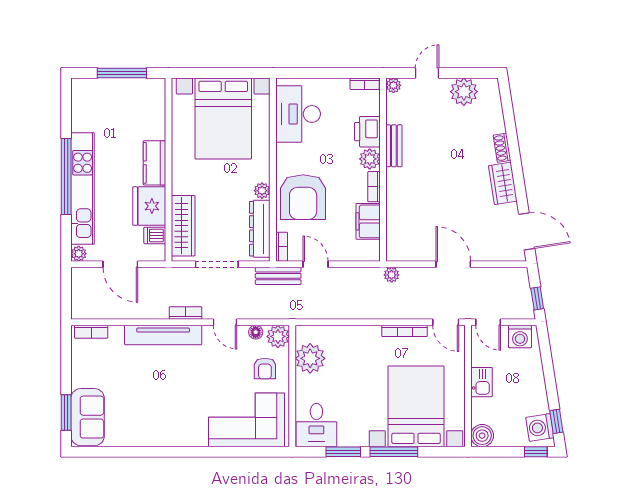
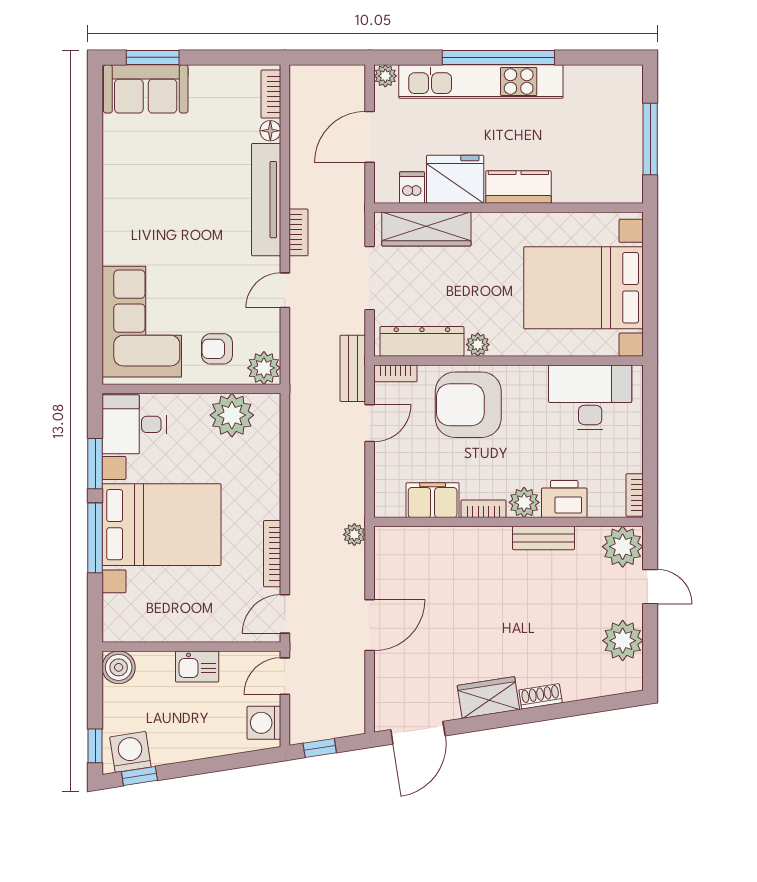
plant: (393, 85) -> (623, 547), width x1.87, depth x1.87
floor lamp: (256, 332) -> (270, 131), moved
bed with nightstands: (416, 406) -> (162, 525), moved

